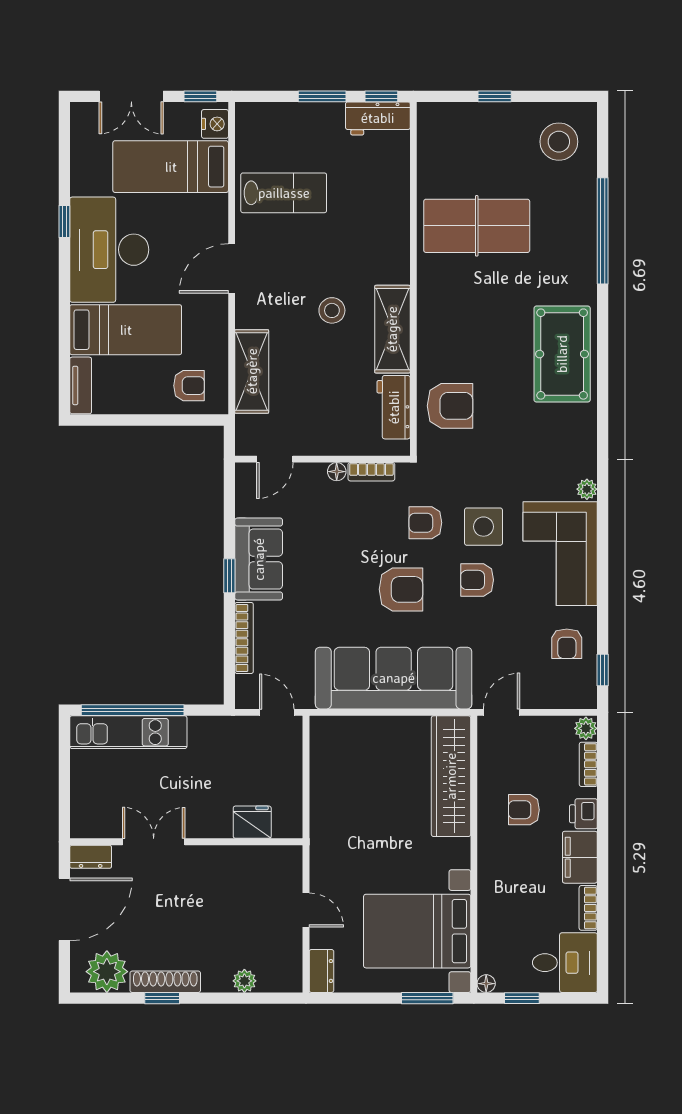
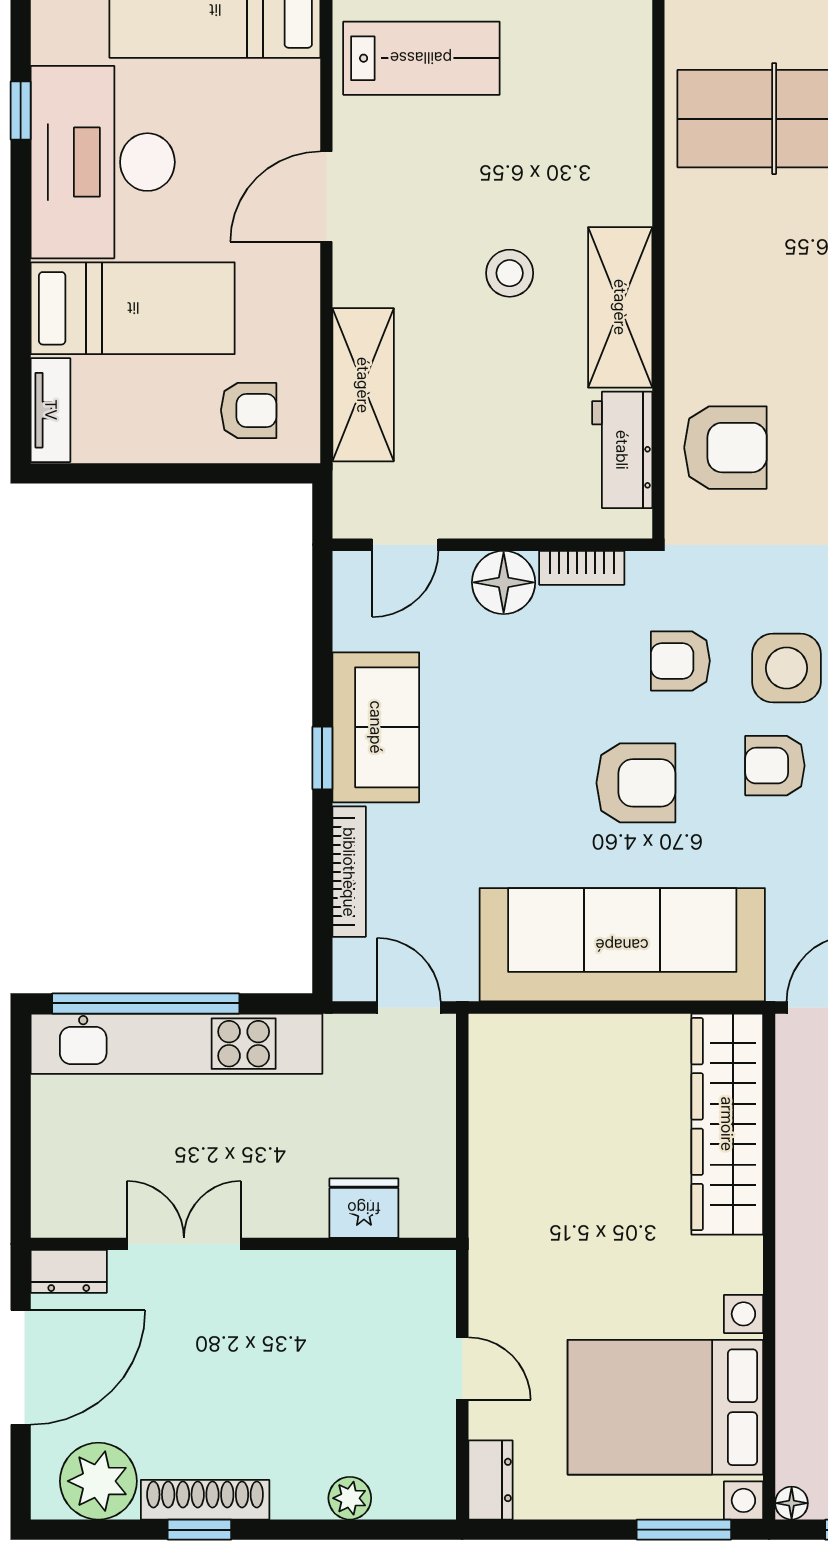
floor lamp: (337, 472) -> (504, 582), width x1.89, depth x1.89
kitchen unit: (128, 732) -> (177, 1044), width x1.36

